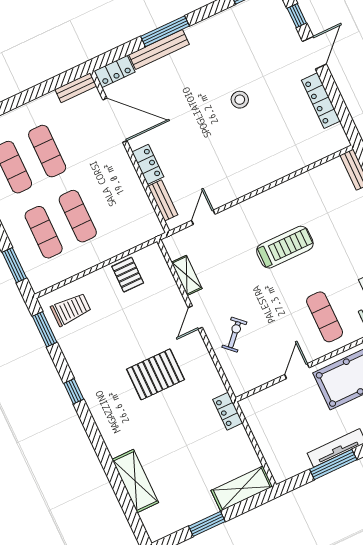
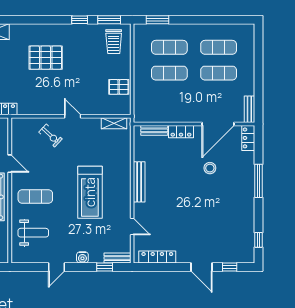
bench: (159, 49) -> (139, 182), moved
stool: (240, 100) -> (210, 168), moved
locker: (321, 101) -> (157, 257), moved
door: (203, 217) -> (132, 227), moved
treadmill: (285, 247) -> (90, 192), width x1.37, depth x1.38
shelving: (187, 275) -> (114, 123), moved
pallet: (156, 374) -> (46, 58), moved, turned 90
window: (74, 391) -> (80, 20), moved

